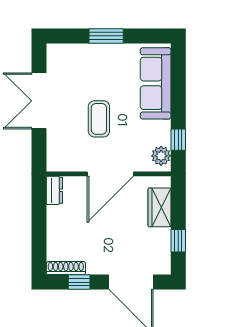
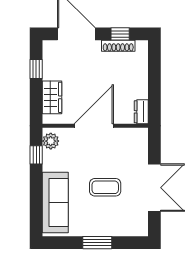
coffee table: (99, 119) -> (105, 187), moved, turned 90
shoe rack: (66, 268) -> (118, 46), moved

